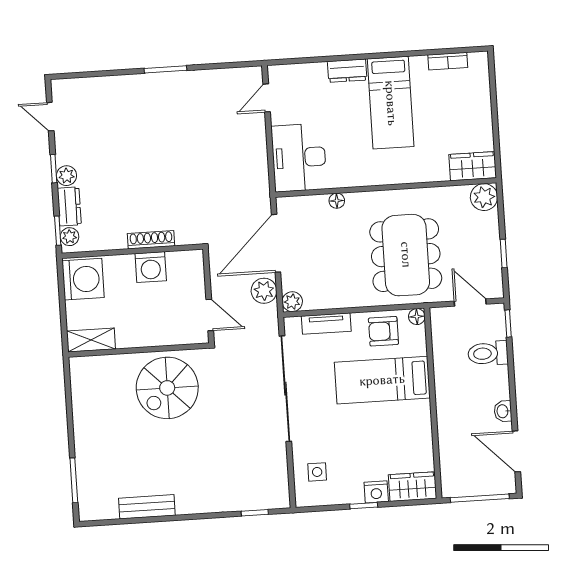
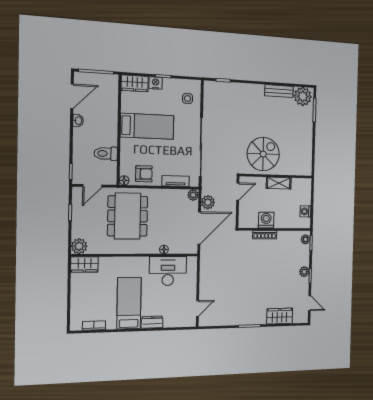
wardrobe: (108, 90) -> (280, 316), added
desk: (299, 158) -> (168, 271), moved, turned -90
dresser: (69, 206) -> (304, 255), removed
washing machine: (83, 279) -> (305, 211), width x0.53, depth x0.53
door: (470, 303) -> (92, 186), hinge flipped
door: (210, 315) -> (238, 191), swing flipped
shelving: (91, 340) -> (279, 183), moved
toilet: (488, 353) -> (106, 154), moved, turned 180
bed: (382, 380) -> (147, 126), moved
door: (516, 451) -> (72, 96), hinge flipped
plant: (99, 503) -> (303, 96), added

